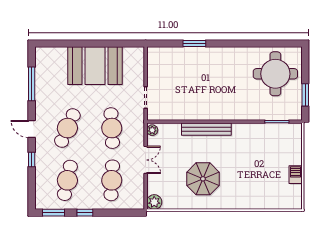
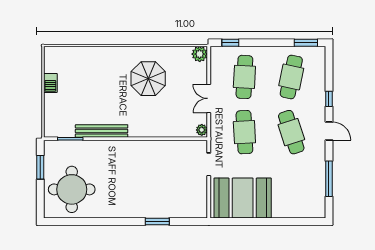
booth: (95, 66) -> (243, 198), moved
cafe table: (67, 128) -> (291, 132), turned -42
bench: (206, 129) -> (102, 131), moved
window: (85, 213) -> (230, 43), moved

